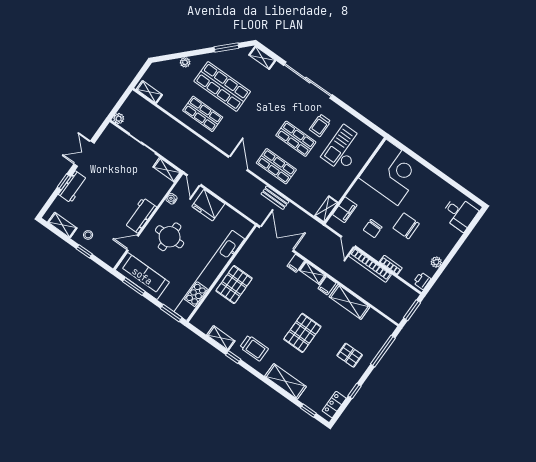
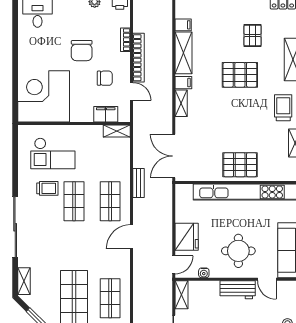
door: (348, 242) -> (132, 91), hinge flipped
filing cabinet: (296, 263) -> (183, 25), moved
pallet: (350, 355) -> (253, 35), moved

